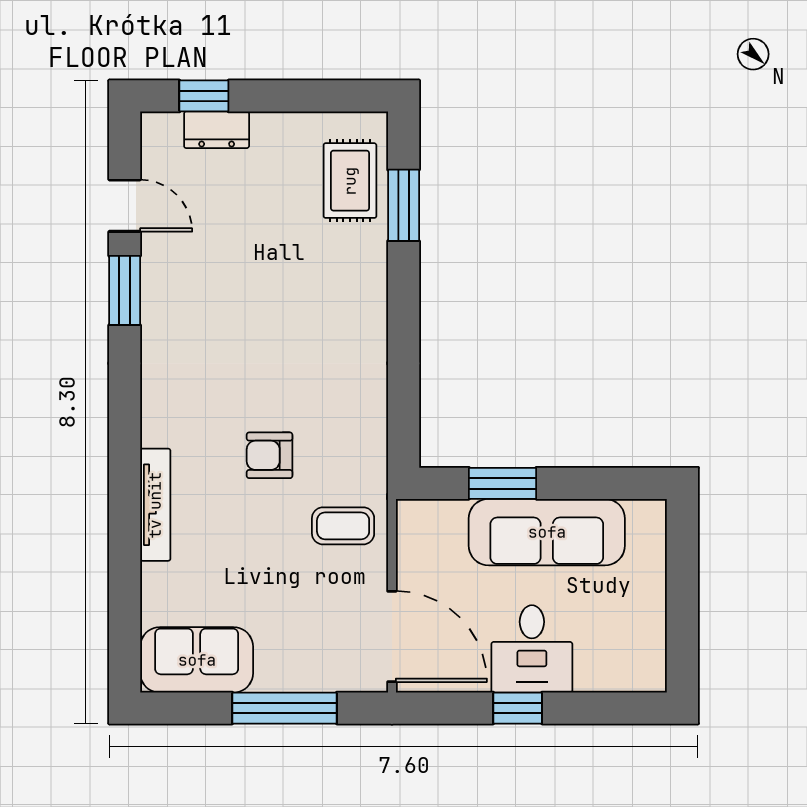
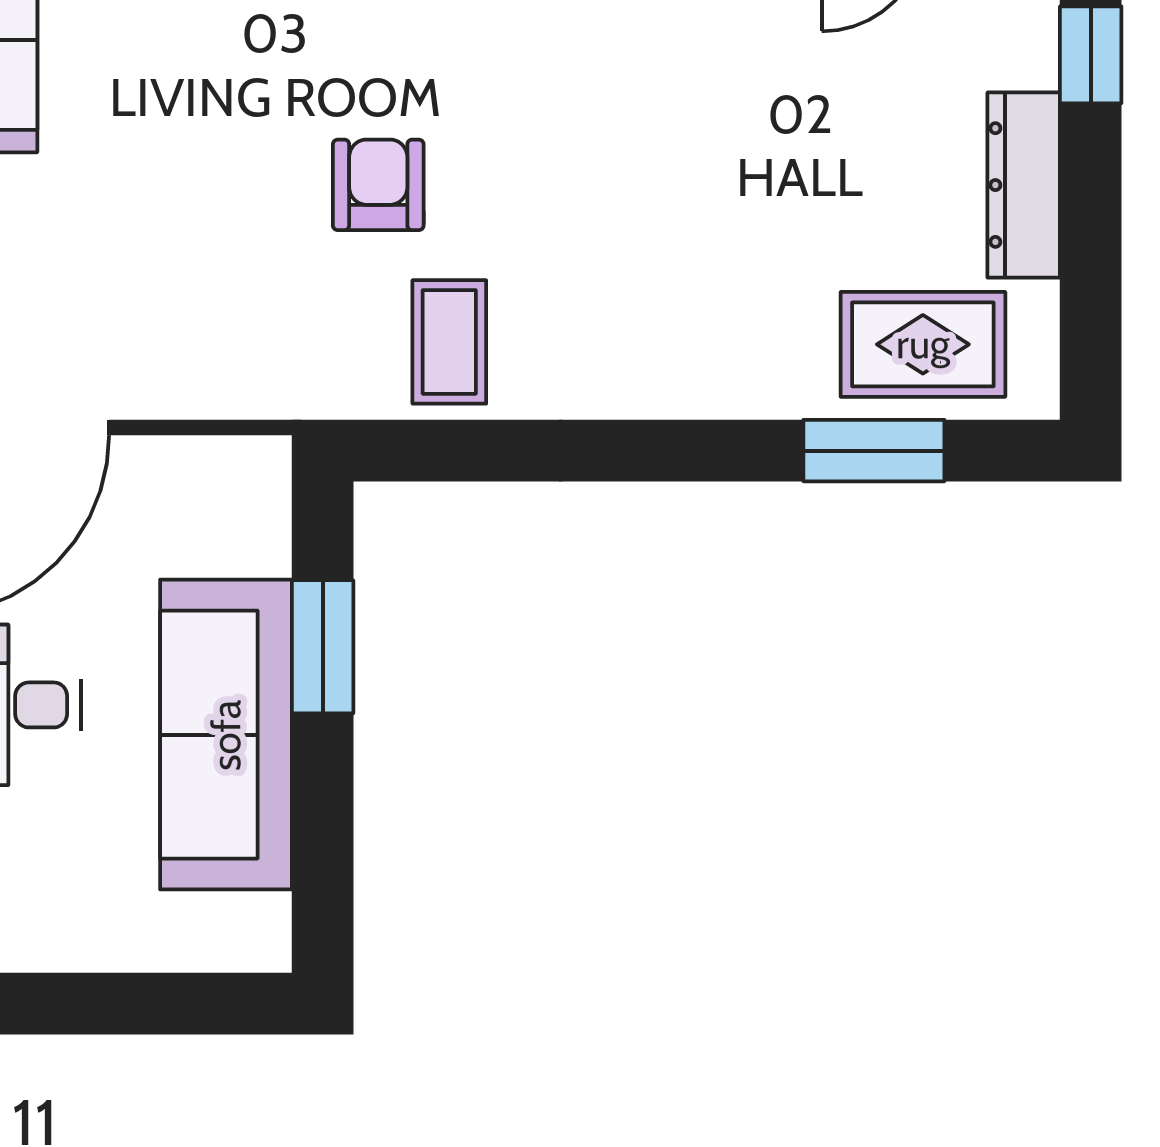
dresser: (217, 130) -> (1024, 185), moved, width x1.44
coffee table: (343, 526) -> (449, 342), moved

